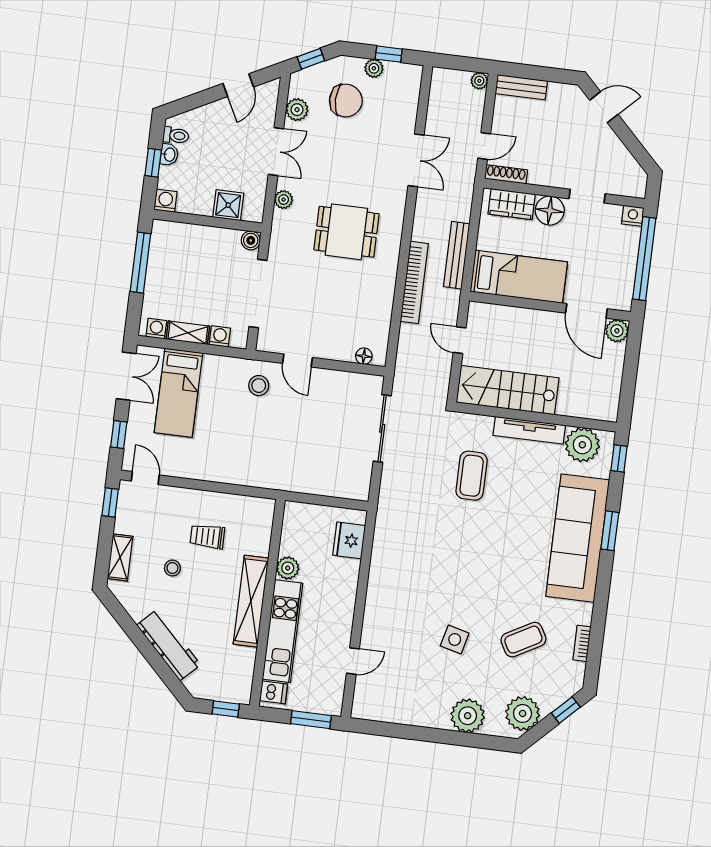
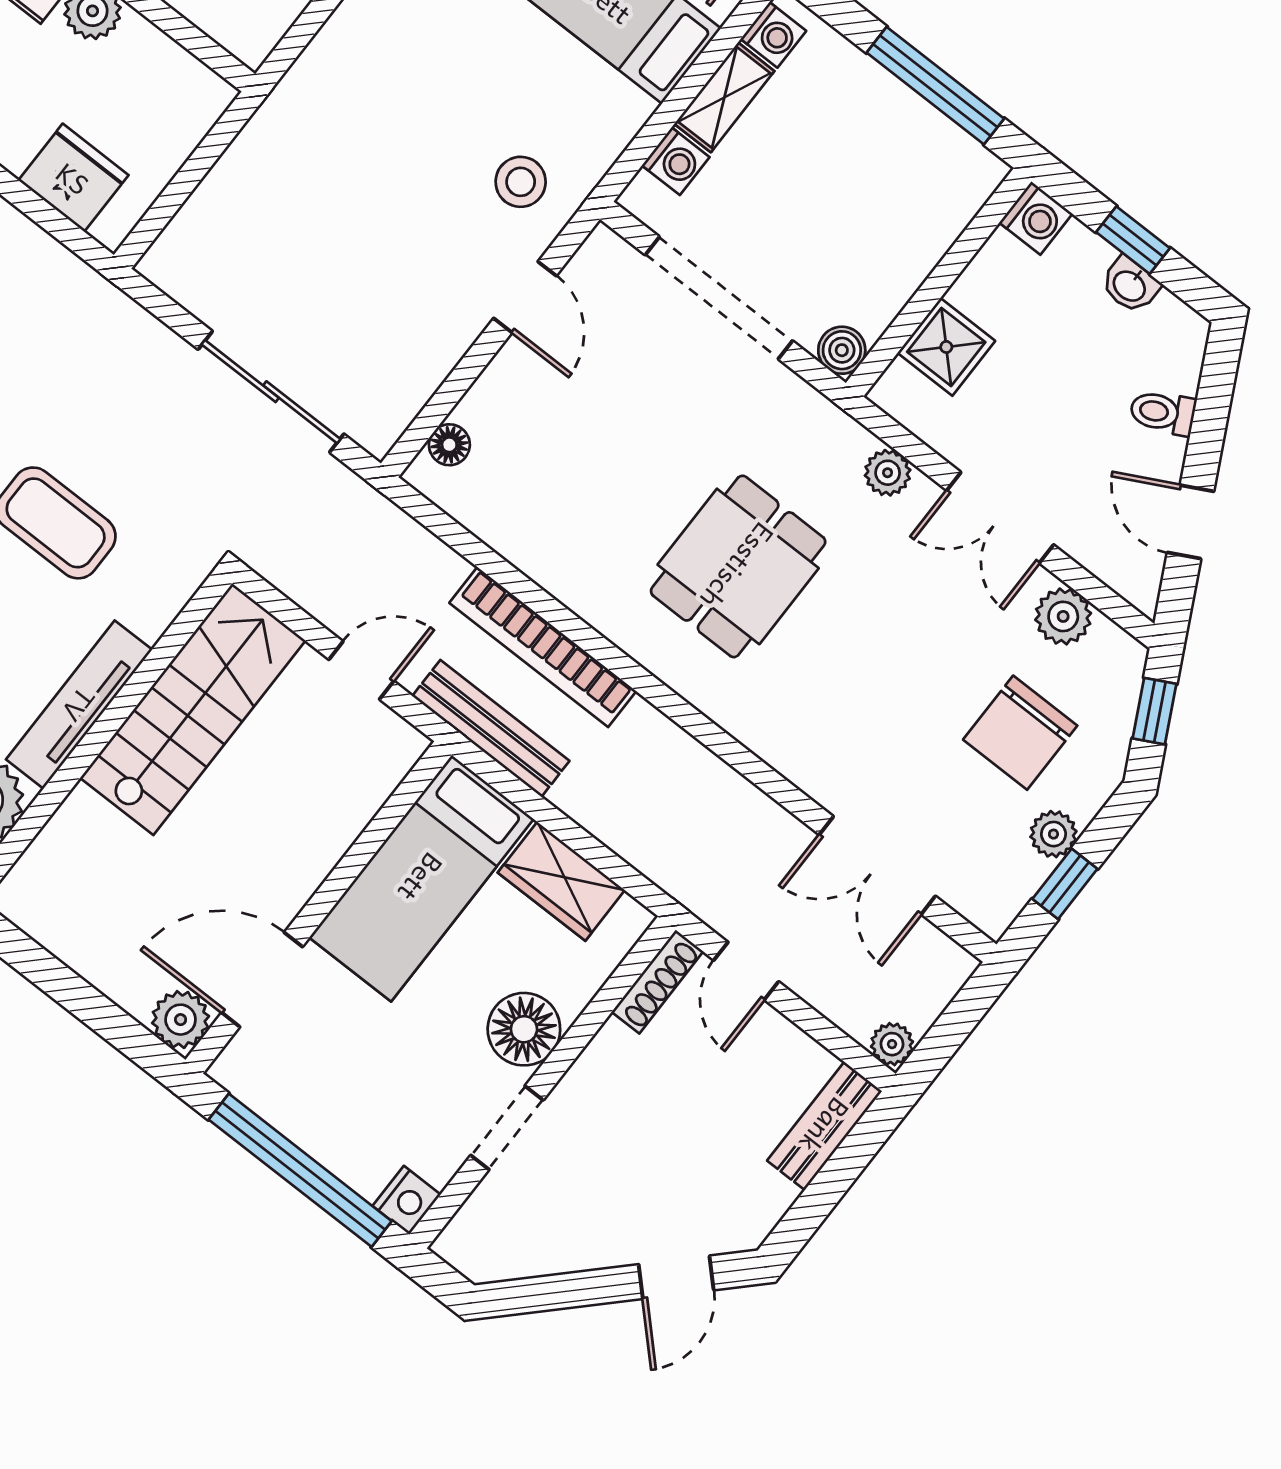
toilet: (176, 135) -> (1163, 413), moved, turned 63
double door: (416, 160) -> (877, 865), moved
wardrobe: (512, 204) -> (561, 881), moved, turned -90
bench: (457, 255) -> (491, 728), moved
door: (297, 360) -> (525, 297), swing flipped

